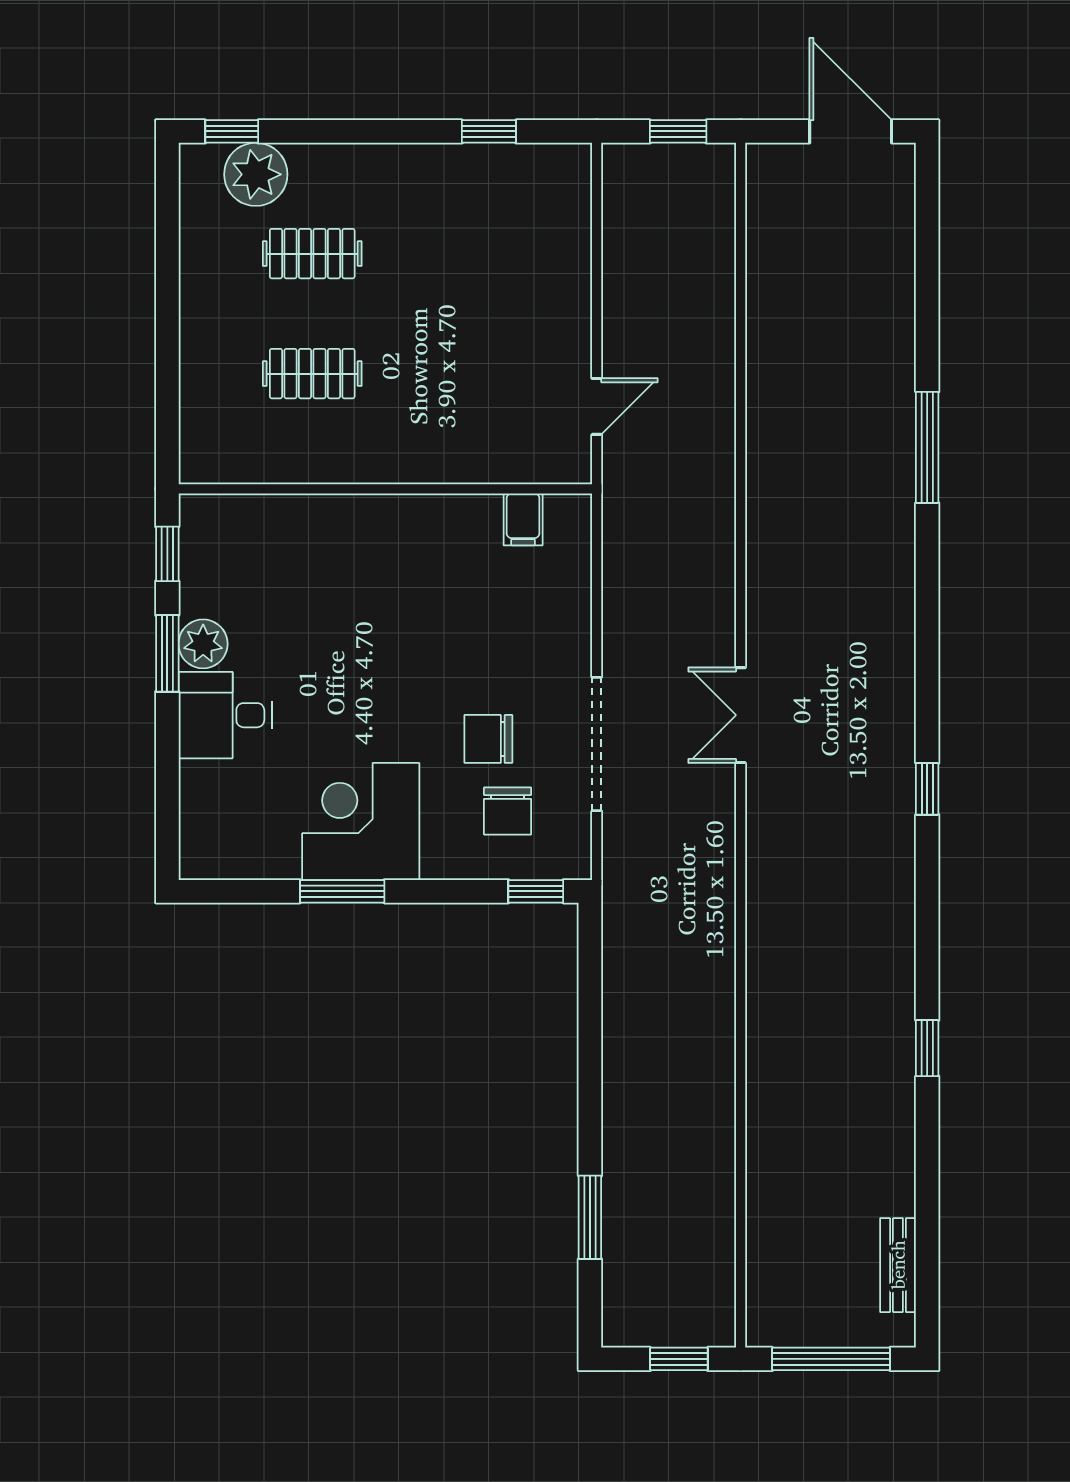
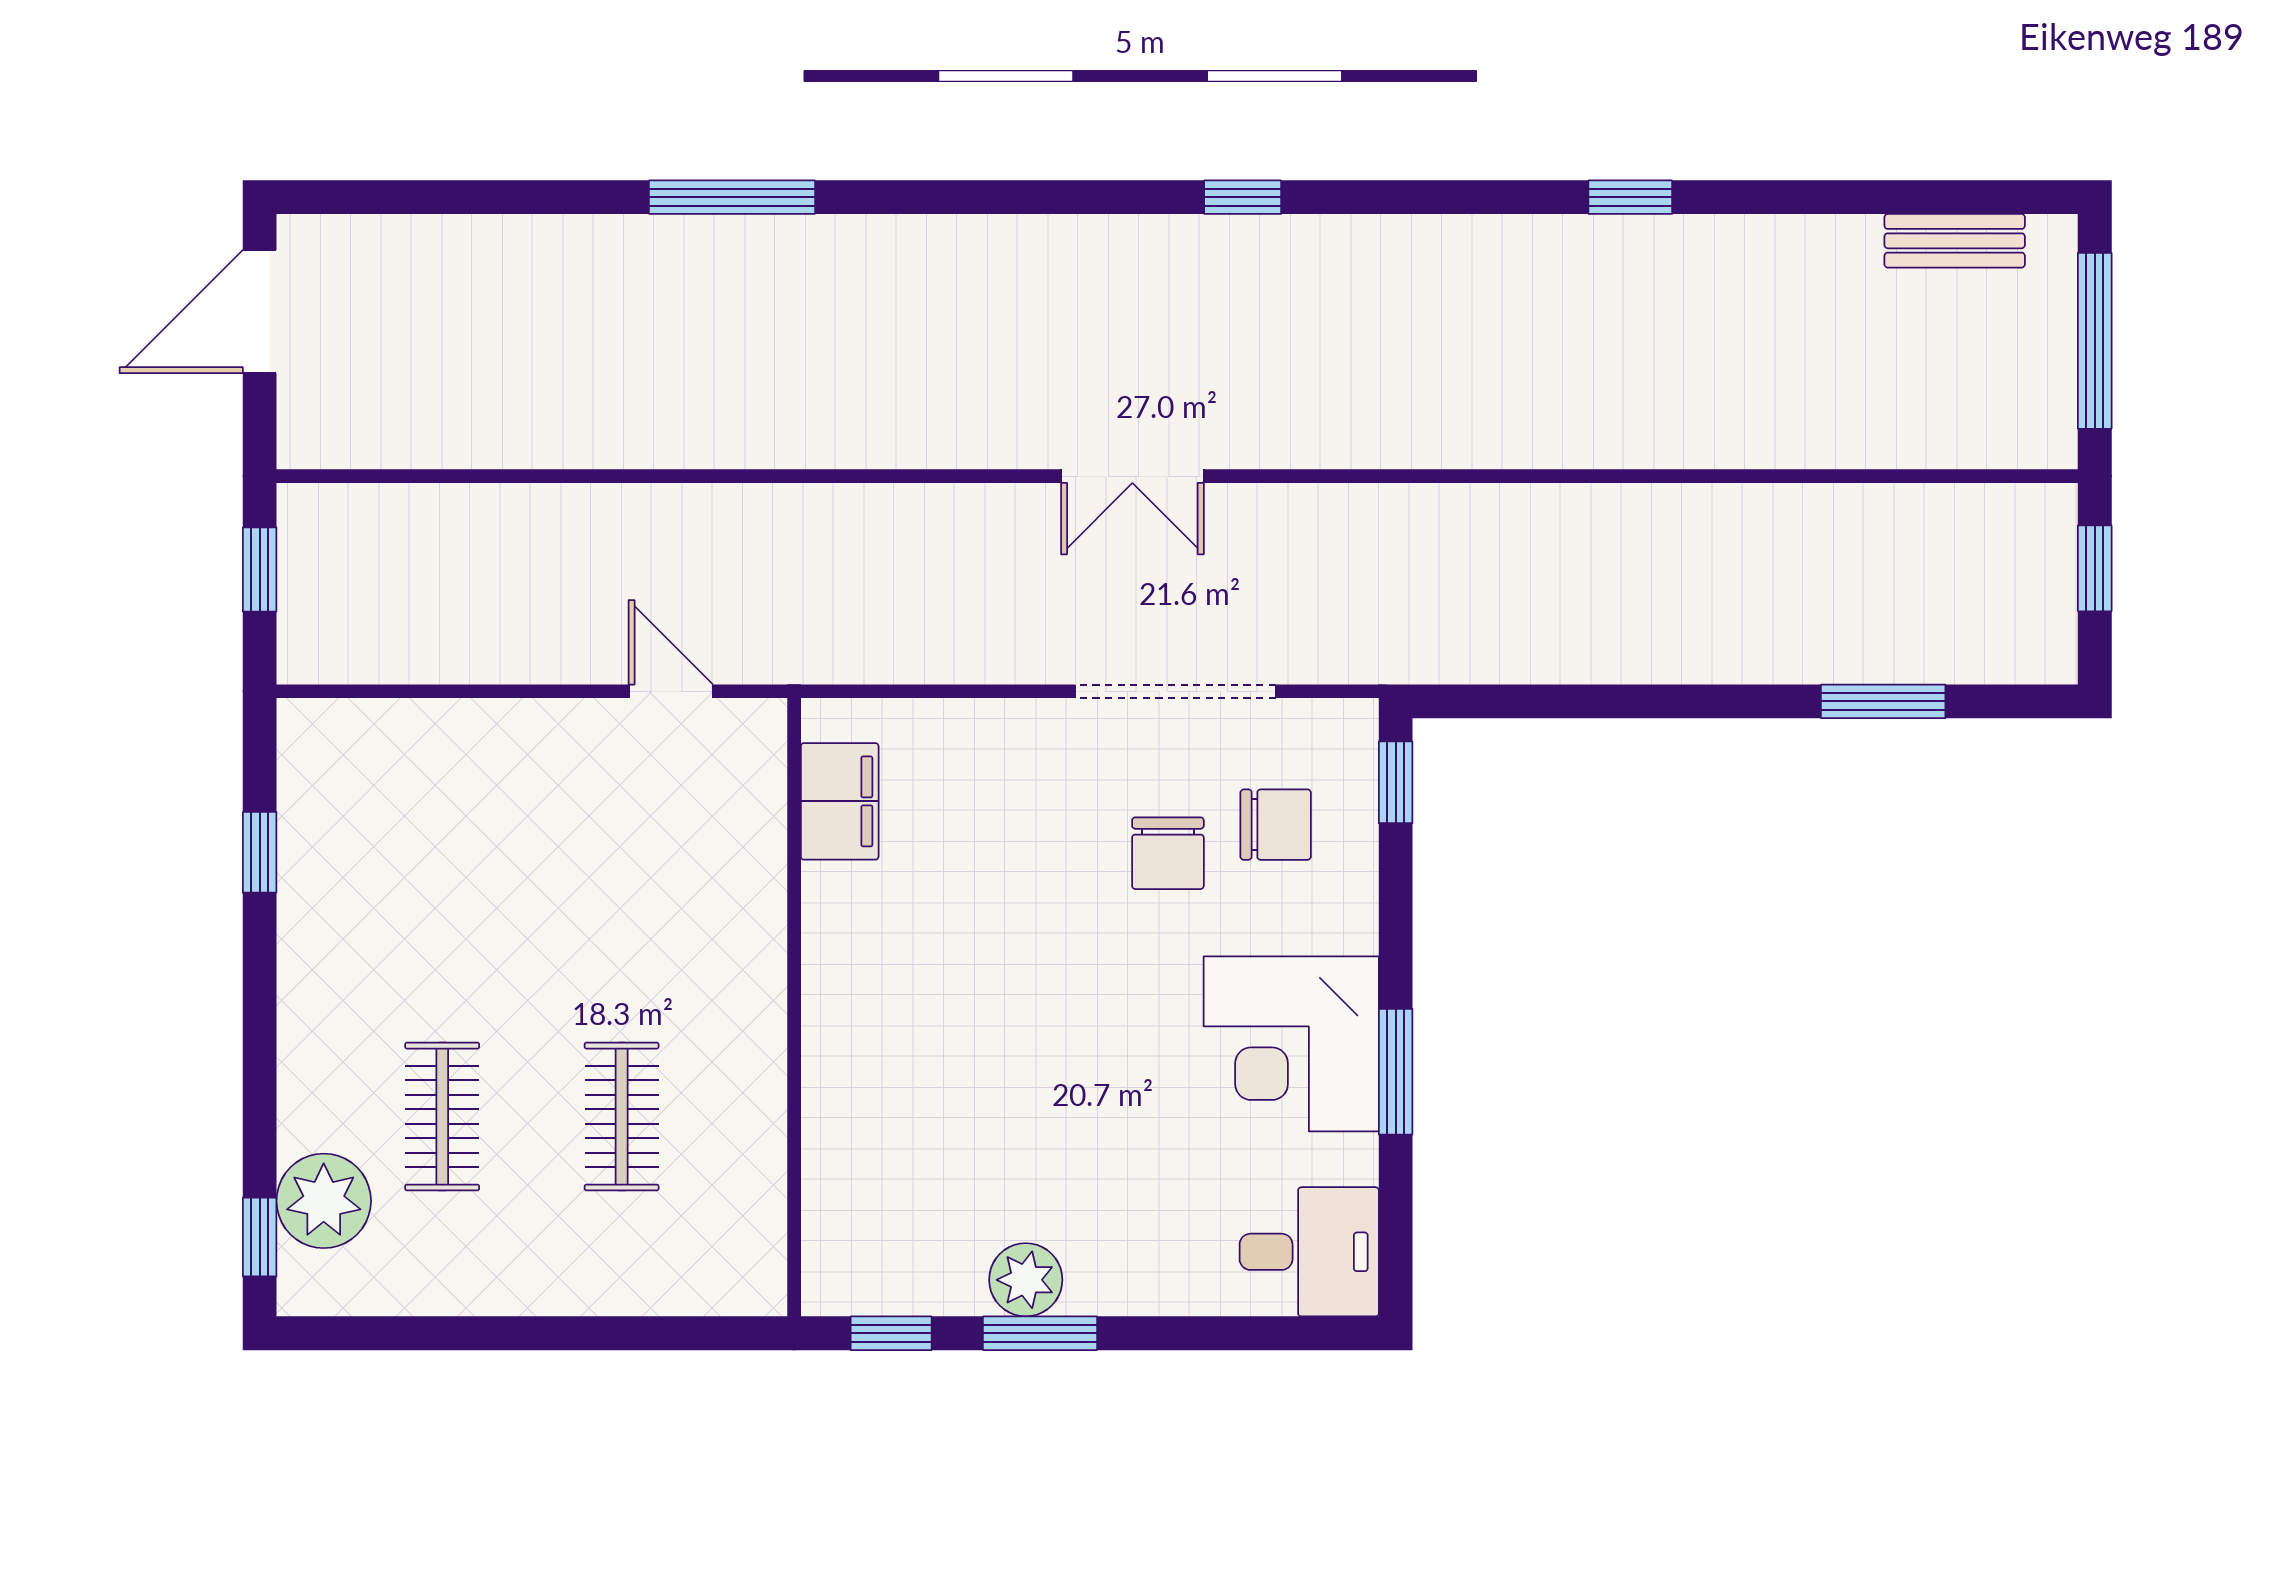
filing cabinet: (523, 519) -> (840, 801), width x2.00
desk: (225, 715) -> (1309, 1252), moved, turned -90

